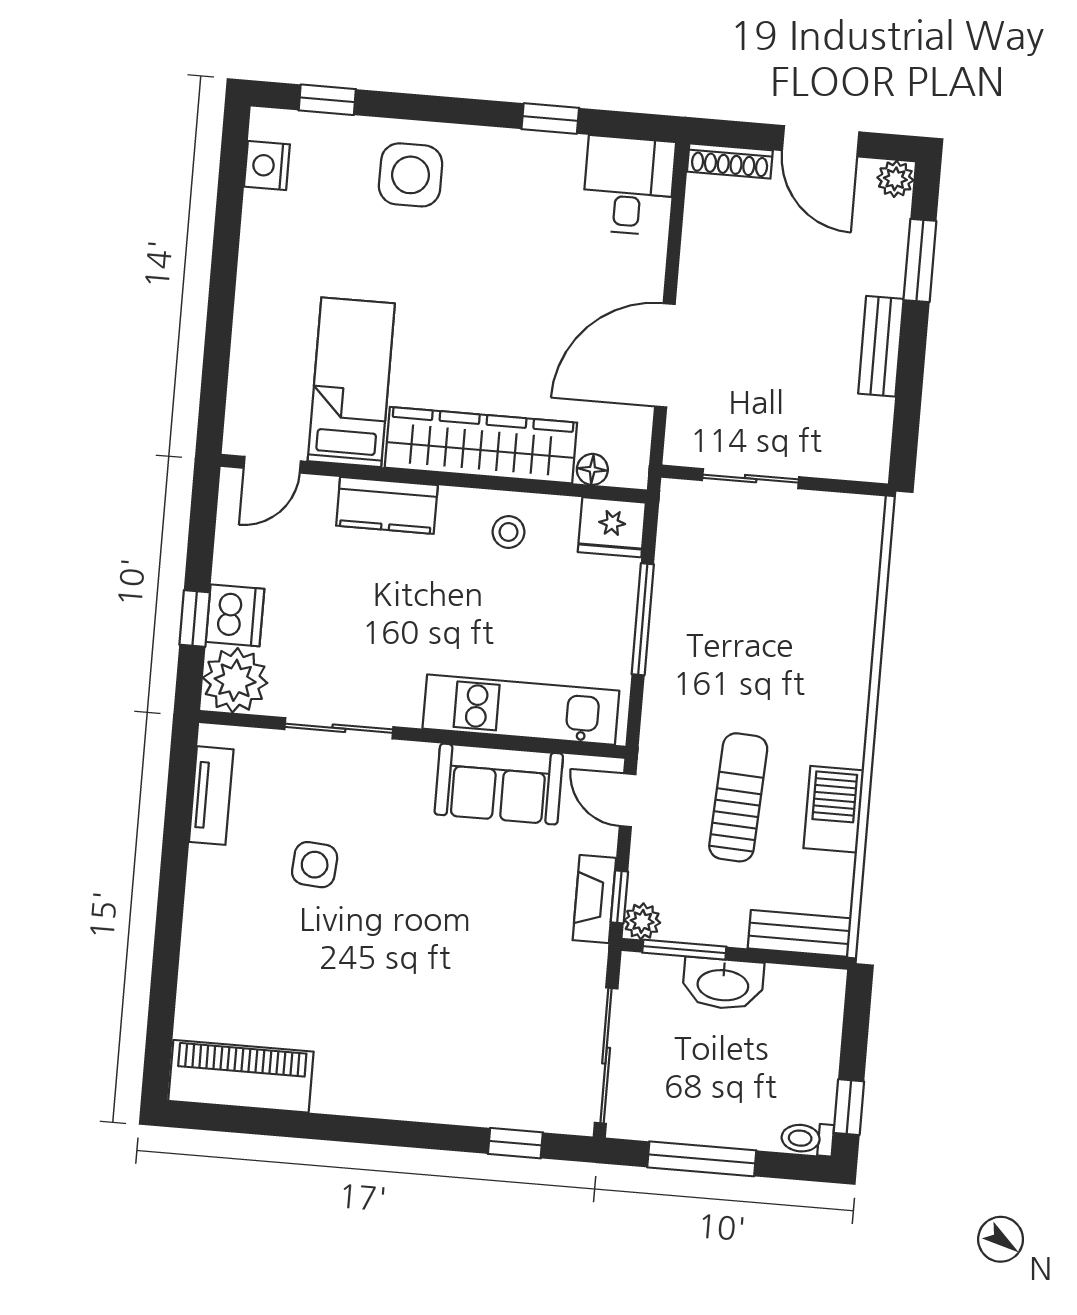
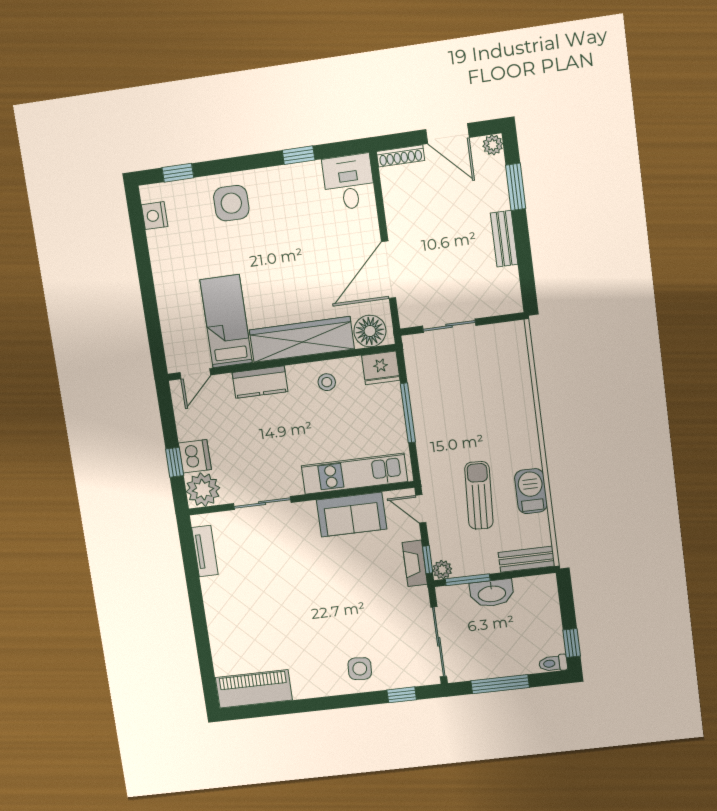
floor lamp: (592, 469) -> (370, 331), width x1.89, depth x1.89
side table: (315, 865) -> (360, 669), moved

